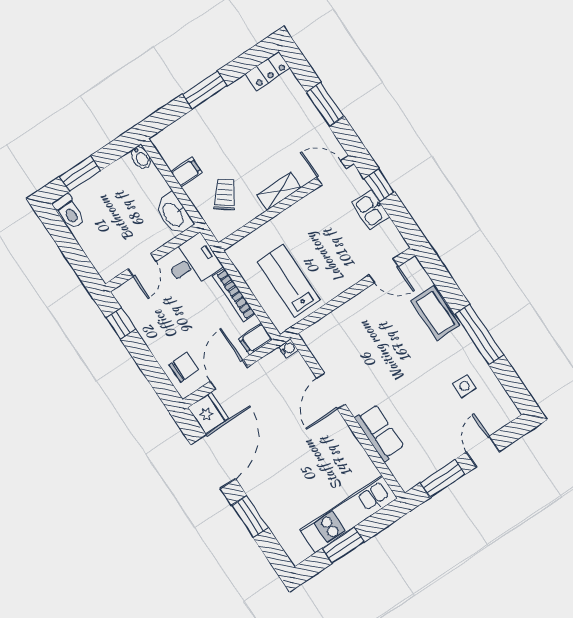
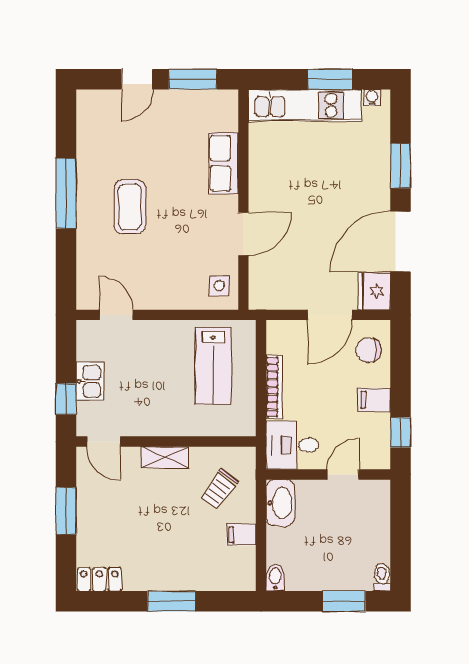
toilet: (69, 212) -> (382, 577), width x0.73, depth x0.72
coffee table: (435, 313) -> (130, 207), moved
filing cabinet: (255, 339) -> (374, 400), moved, turned 180
water cooler: (288, 348) -> (372, 98), moved, turned 90
side table: (465, 386) -> (219, 286), moved

